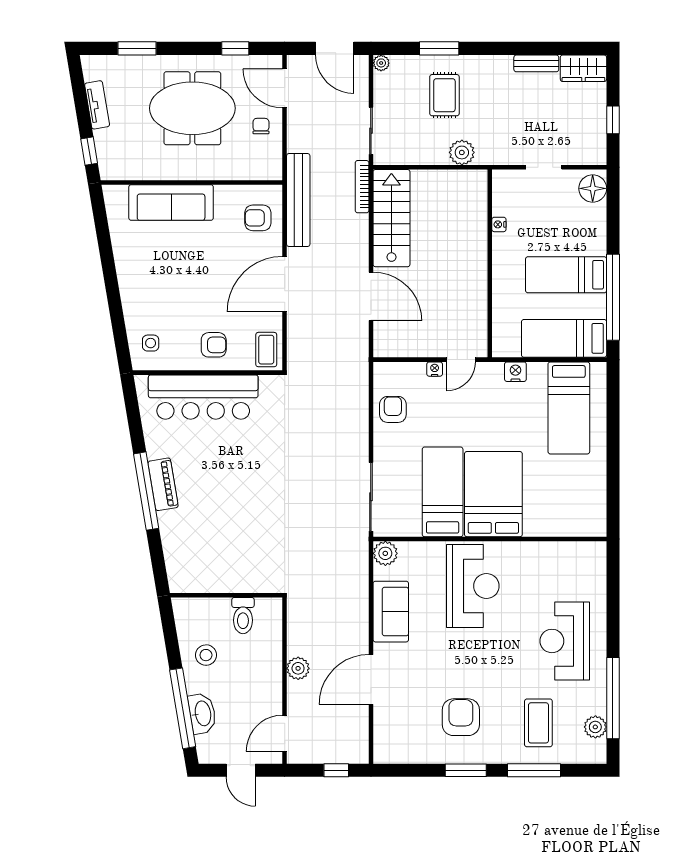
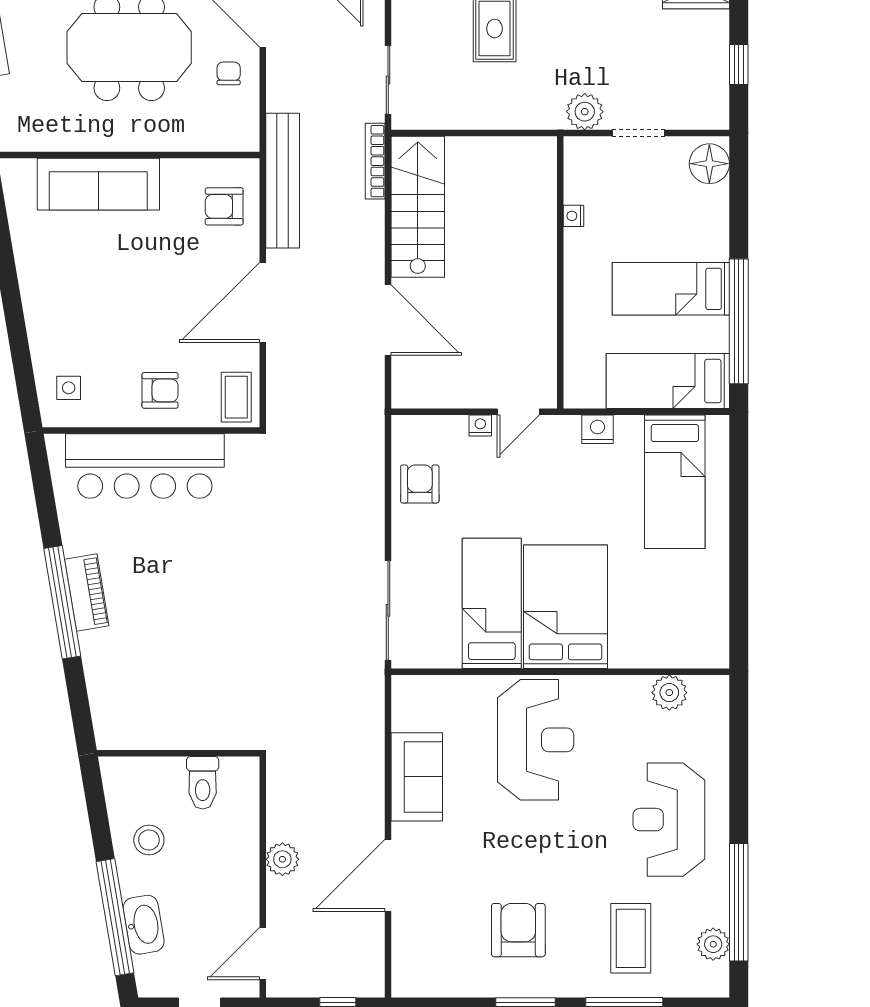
plant: (462, 152) -> (585, 112), moved
plant: (385, 553) -> (669, 693), moved

